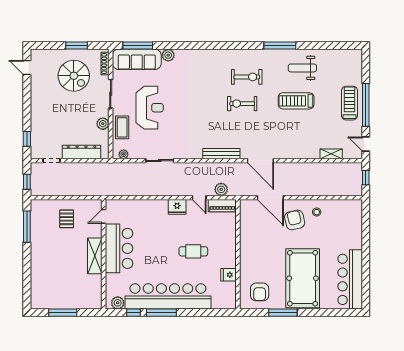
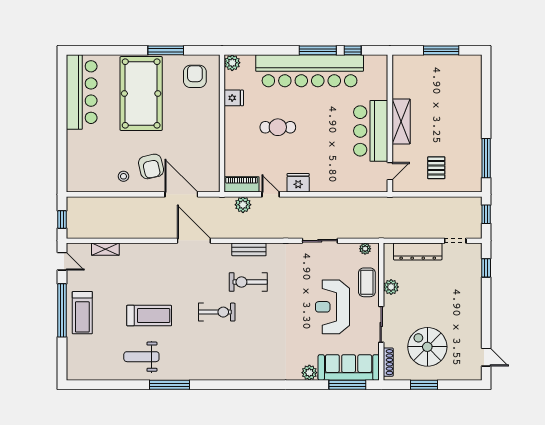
weight bench: (302, 68) -> (141, 357), turned 180
exercise bike: (247, 77) -> (248, 282), moved
bench: (221, 154) -> (249, 249), width x0.73
plant: (118, 303) -> (232, 63), moved

